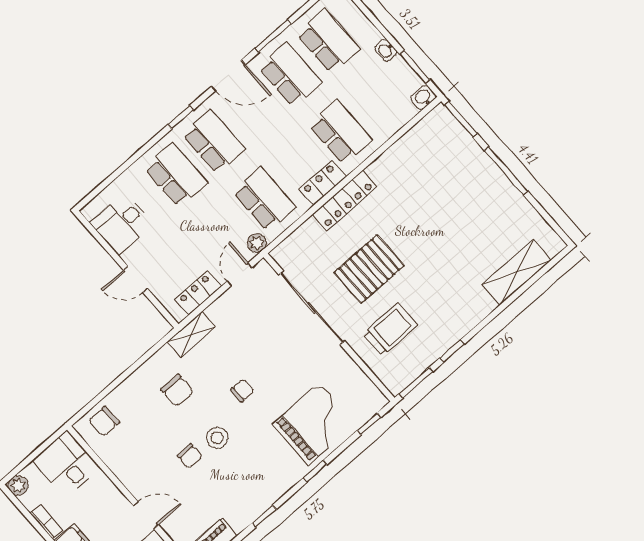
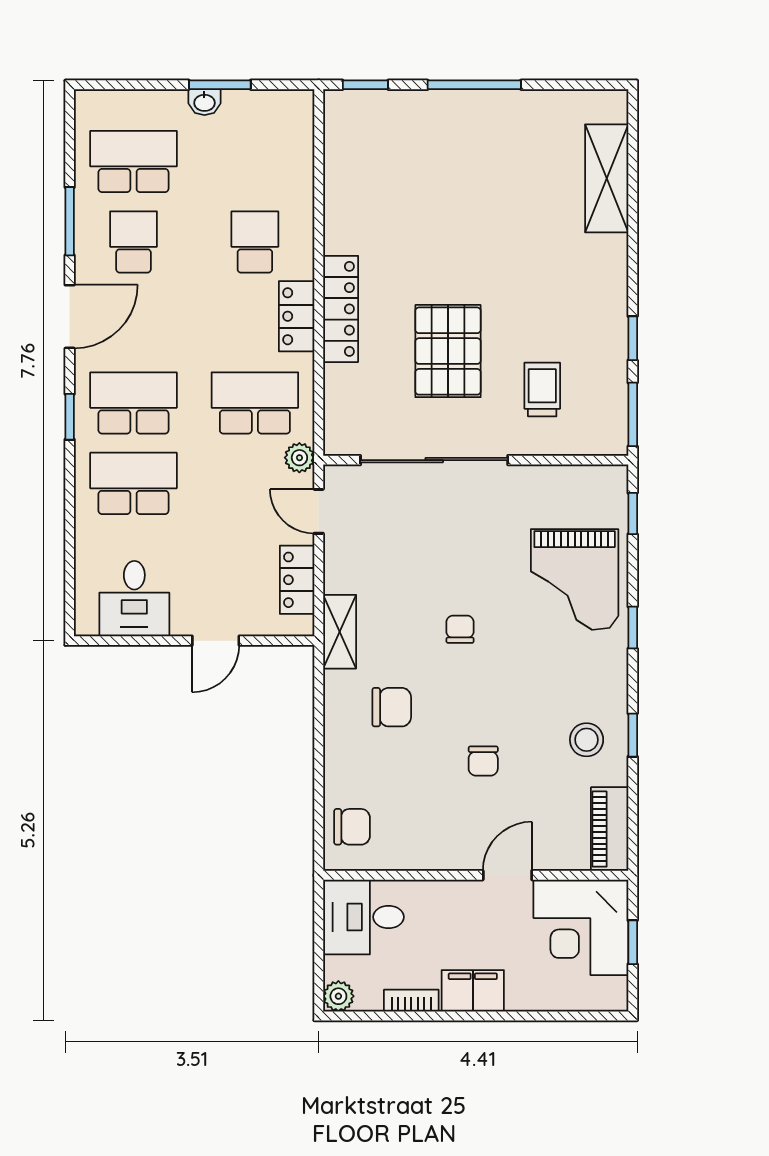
window: (415, 67) -> (220, 85), moved
school desk: (290, 75) -> (133, 242), width x0.54
washbasin: (423, 97) -> (300, 107), removed
window: (461, 119) -> (365, 85), width x0.67
school desk: (340, 132) -> (255, 242), width x0.54
trolley: (390, 330) -> (542, 389), width x0.73, depth x0.72
chair: (104, 421) -> (352, 827), turned -90
grand piano: (314, 424) -> (575, 580), turned 180
stool: (217, 438) -> (587, 740), moved
chair: (190, 456) -> (483, 761), turned 90

